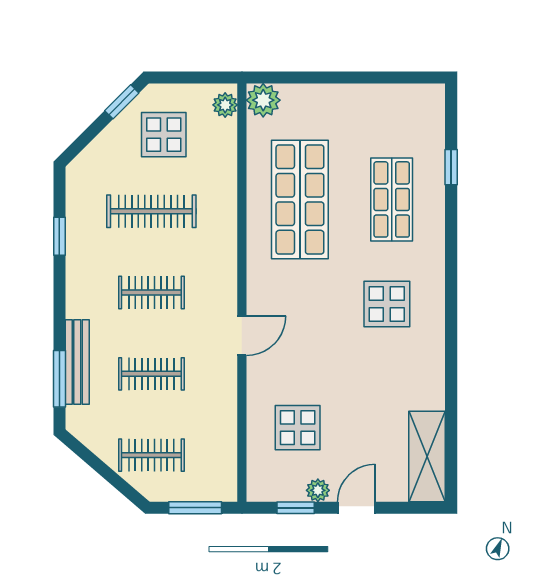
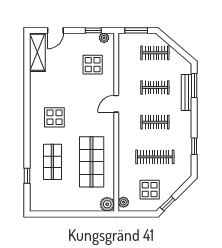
plant: (318, 490) -> (104, 38), moved
door: (356, 508) -> (55, 30), moved

